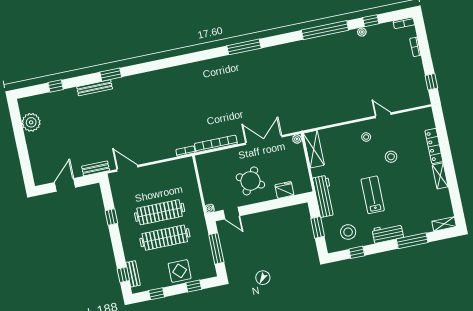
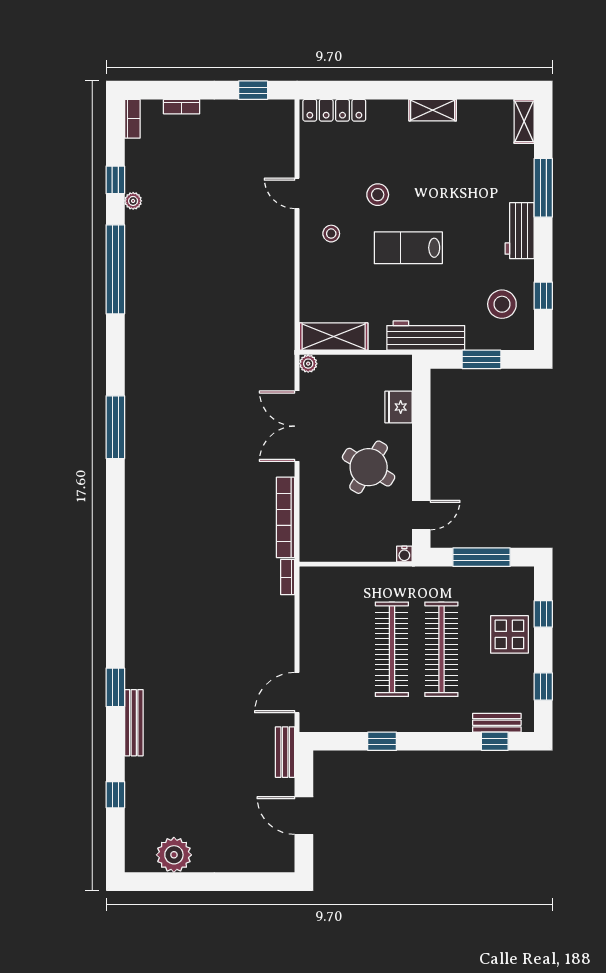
door: (383, 115) -> (297, 193), hinge flipped
locker: (434, 146) -> (334, 110), moved
lab bench: (373, 195) -> (408, 248), moved

